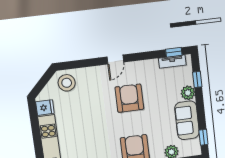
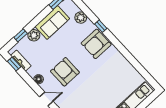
floor lamp: (141, 66) -> (39, 79), added
armchair: (129, 98) -> (65, 72), turned 90

